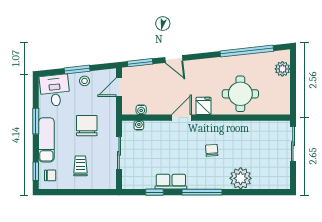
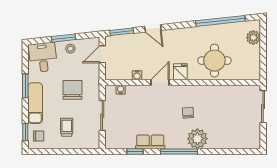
water cooler: (141, 110) -> (137, 75), moved
plant: (241, 178) -> (197, 139), moved

